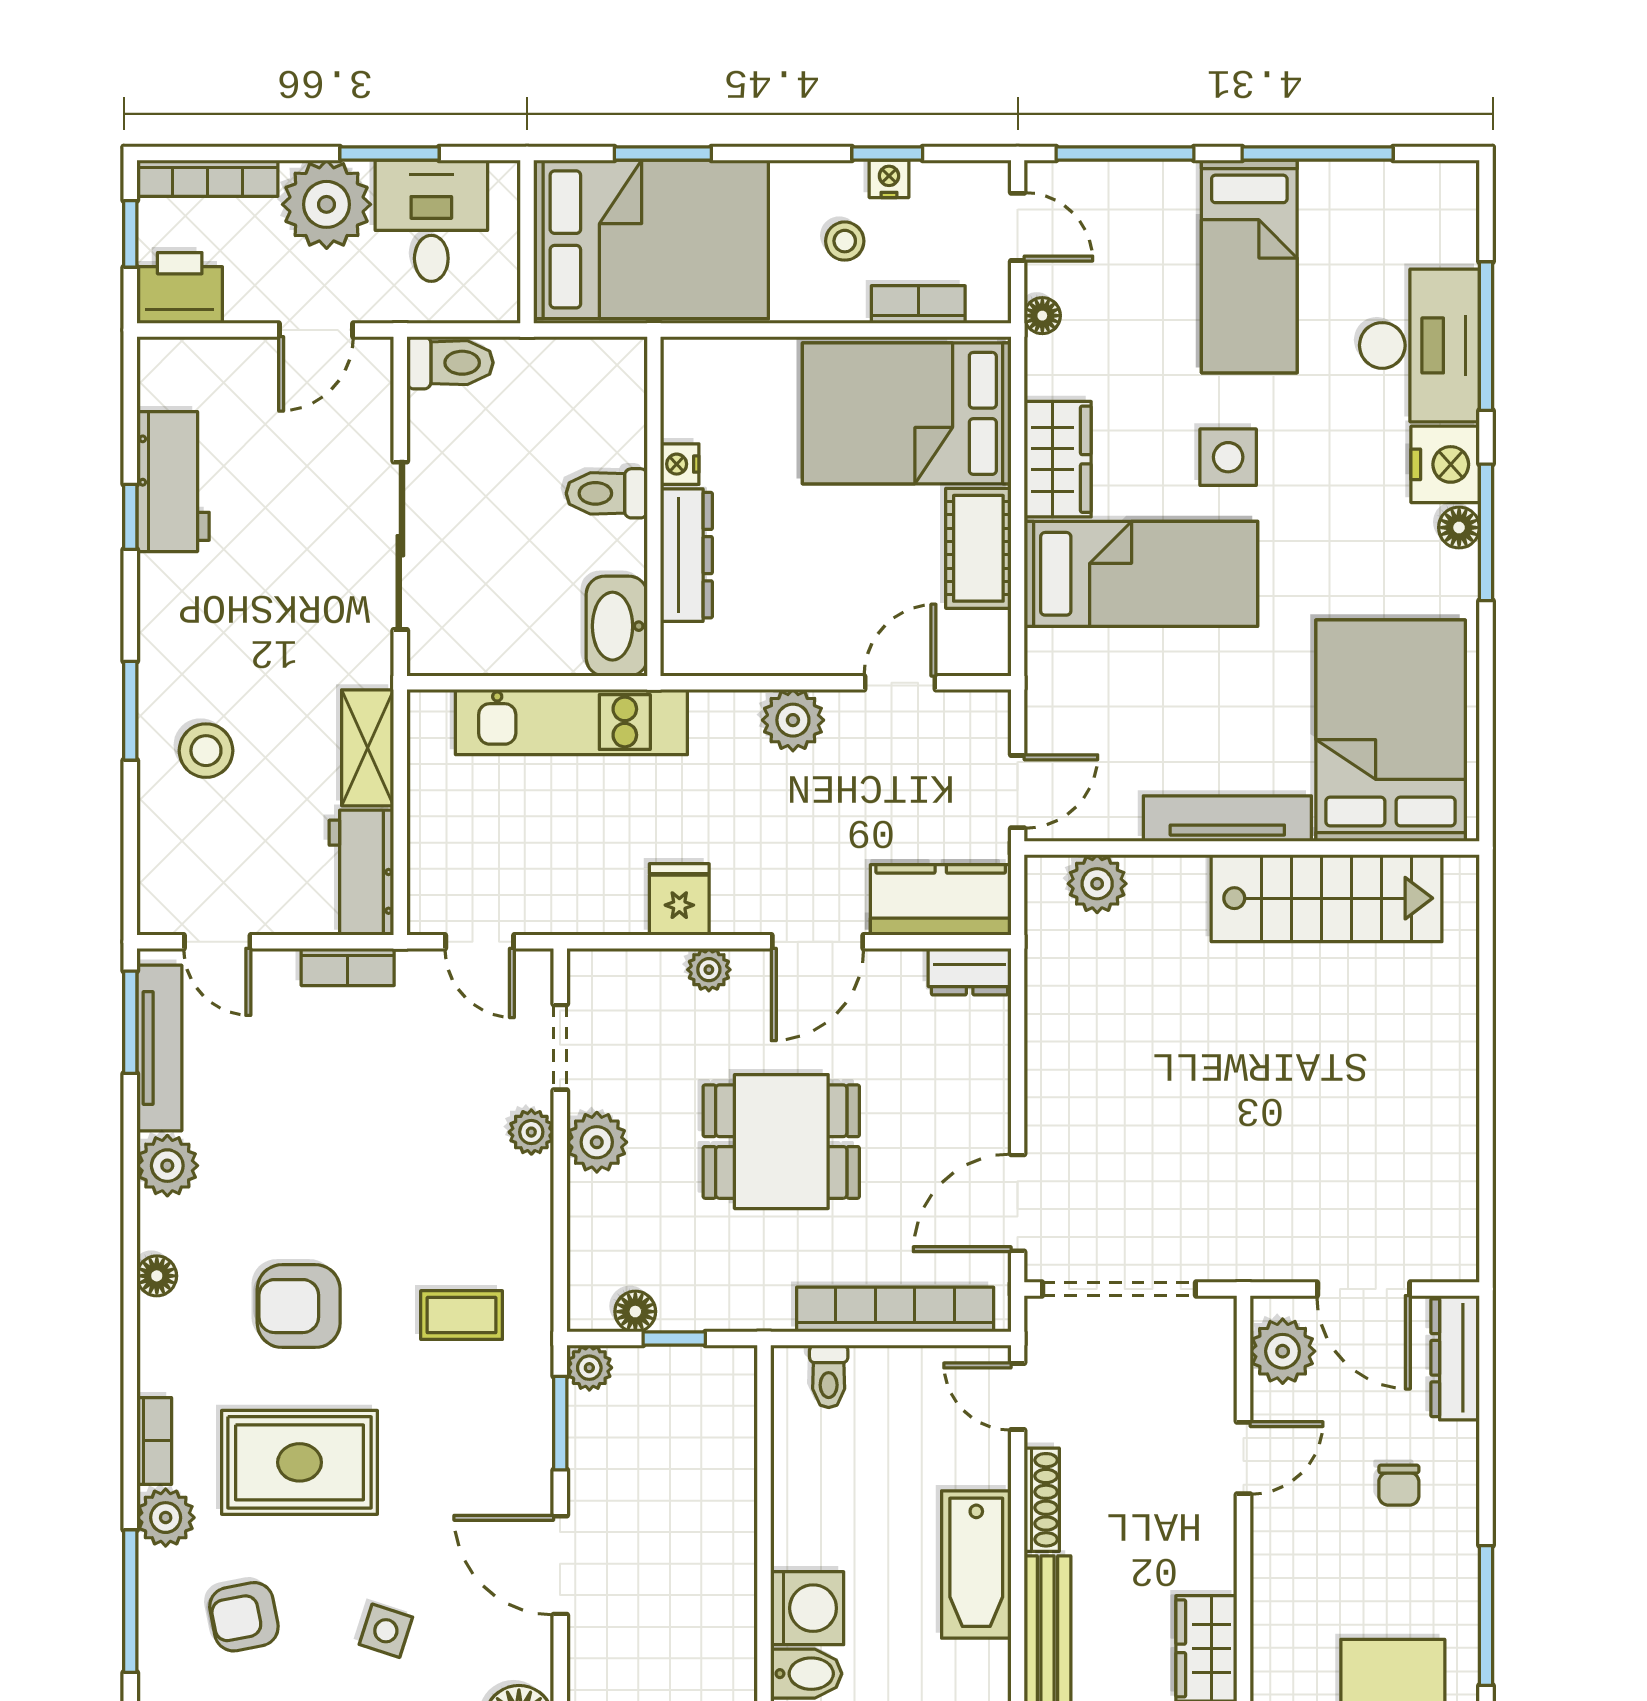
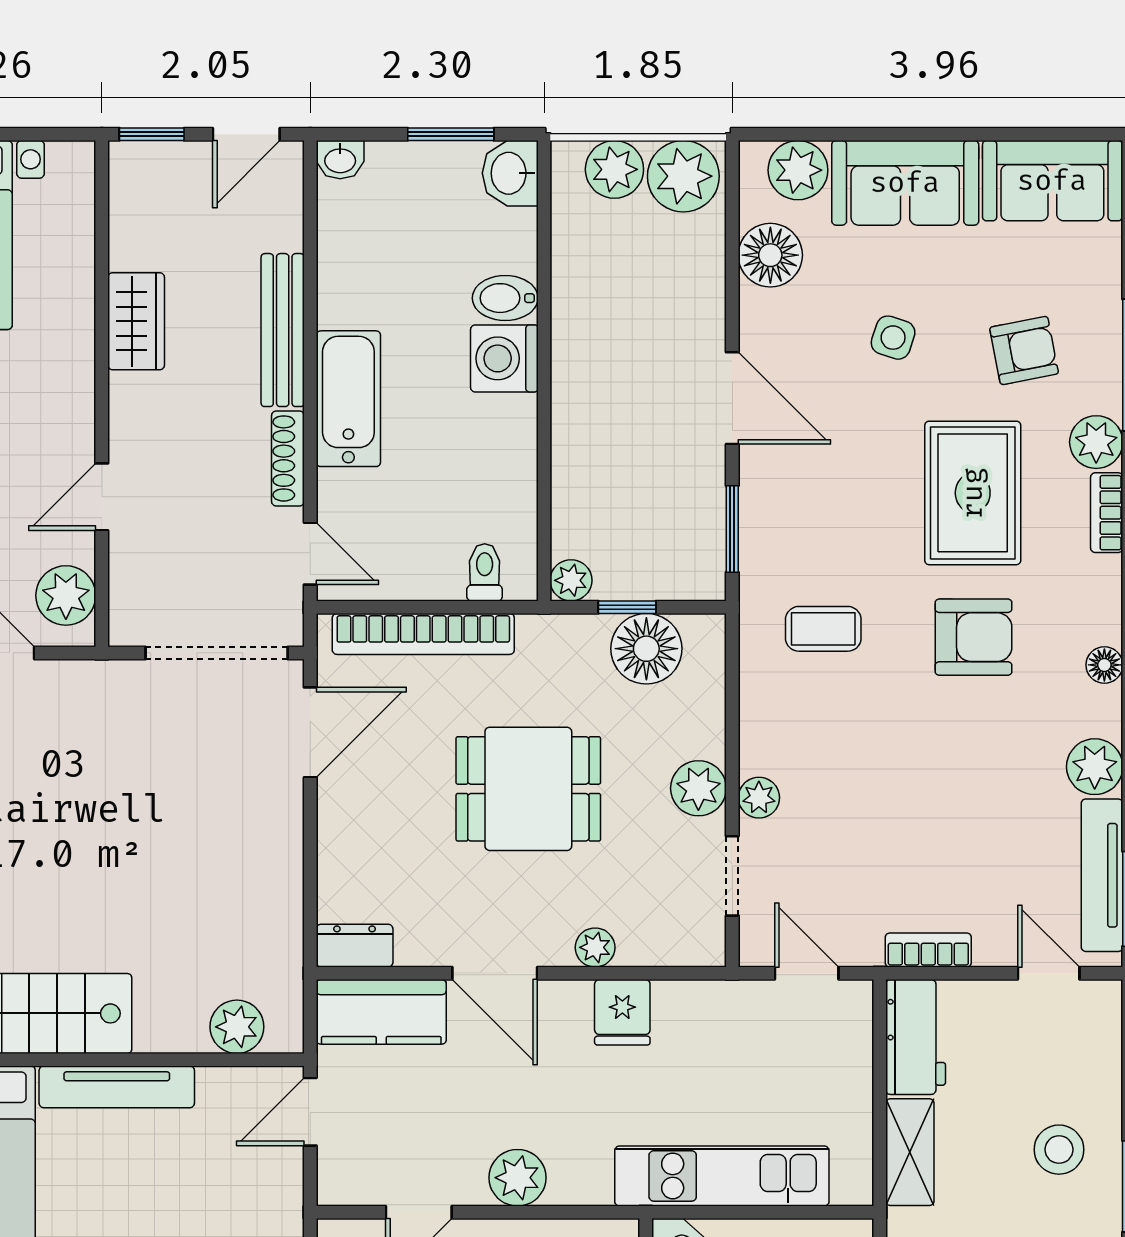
door: (818, 942) -> (495, 973), swing flipped
floor lamp: (635, 1312) -> (646, 649), width x1.89, depth x1.89
plant: (589, 1368) -> (571, 580), moved
rug: (300, 1462) -> (973, 493), turned 90

